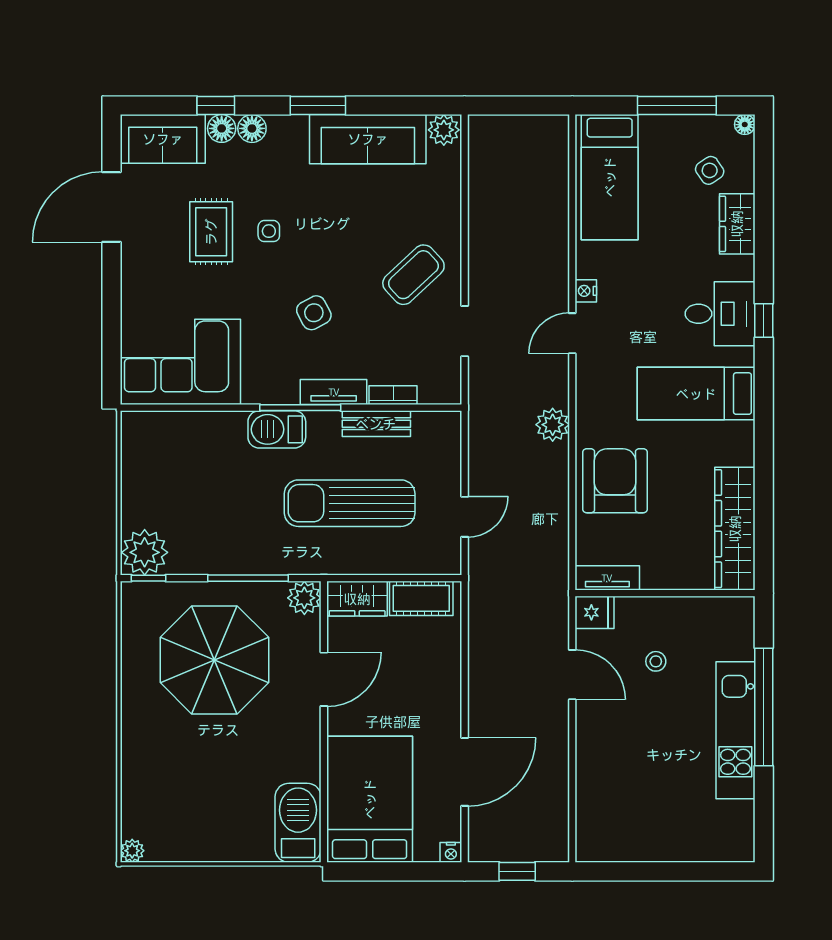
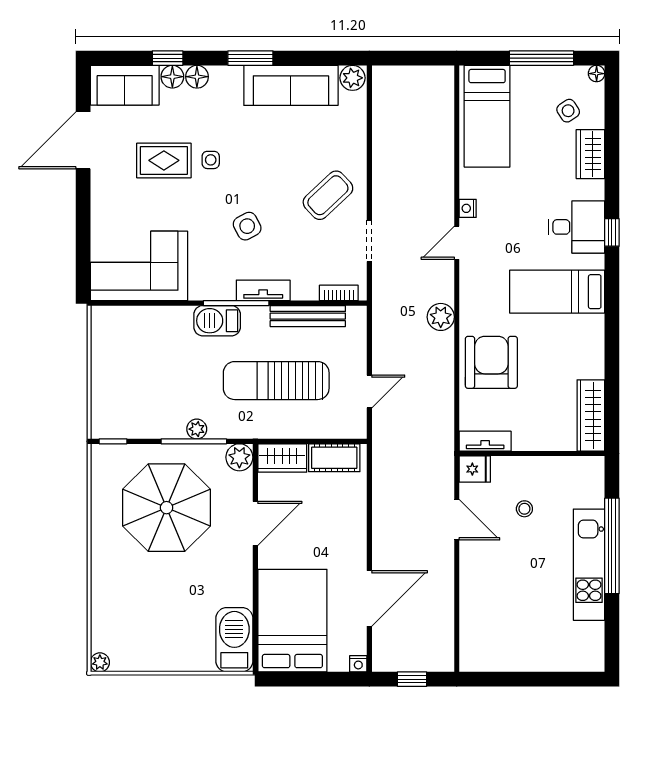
rug: (211, 232) -> (164, 160), turned 90
bookcase: (393, 395) -> (339, 293), moved
bench: (376, 424) -> (308, 316), width x1.36
wardrobe: (735, 529) -> (591, 415), width x0.71, depth x0.85
plant: (145, 552) -> (197, 429), moved, width x0.53, depth x0.53

